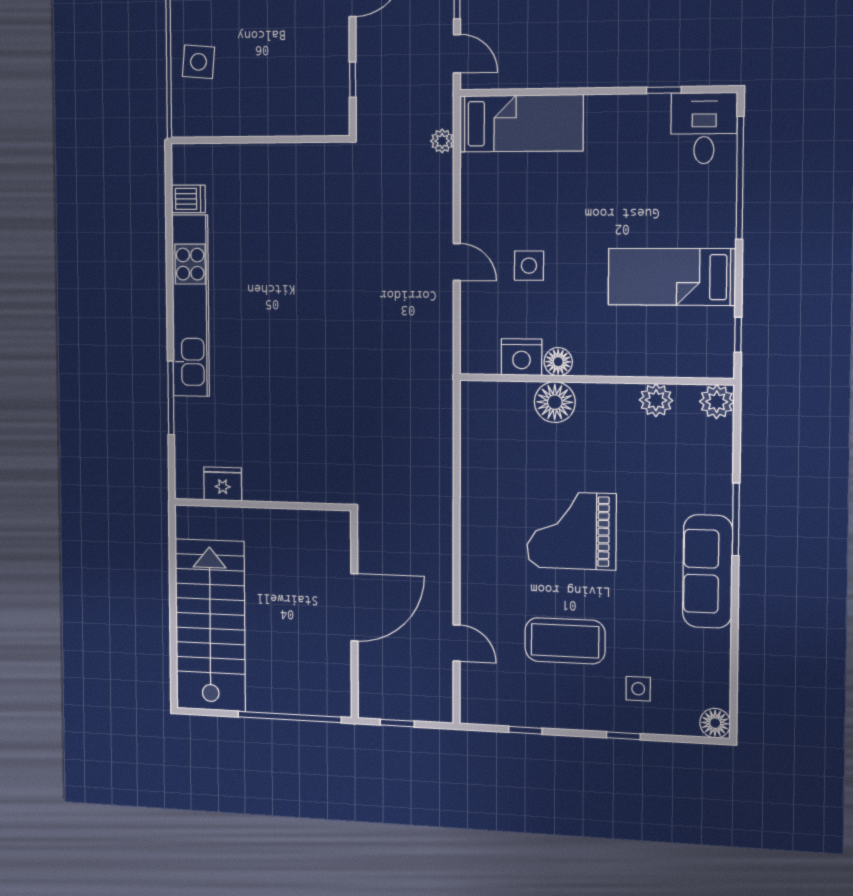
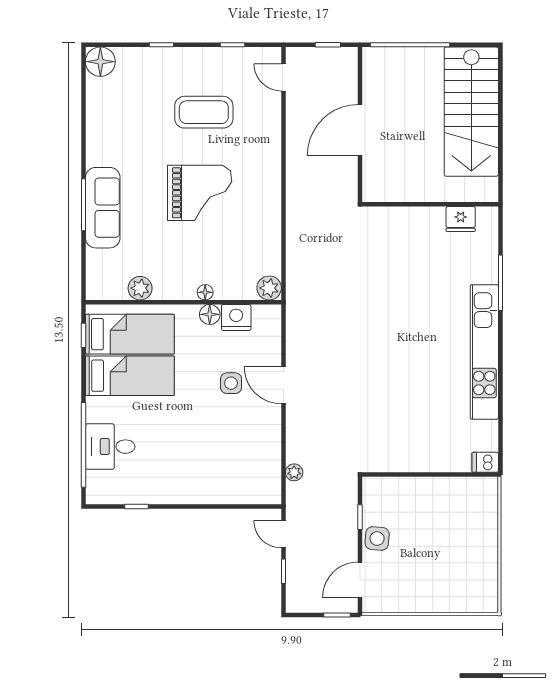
side table: (198, 62) -> (377, 539), moved
bed: (521, 123) -> (130, 334), moved, turned 180
desk: (704, 128) -> (110, 447), moved, turned 90
dishwasher: (188, 199) -> (485, 462), moved
door: (457, 262) -> (283, 385), width x1.38
floor lamp: (555, 402) -> (205, 292), width x0.53, depth x0.53
plant: (717, 402) -> (269, 288), moved
sofa: (708, 571) -> (103, 208), moved
door: (456, 643) -> (283, 77), moved
side table: (638, 689) -> (151, 80), removed
floor lamp: (715, 723) -> (100, 62), width x1.38, depth x1.38

